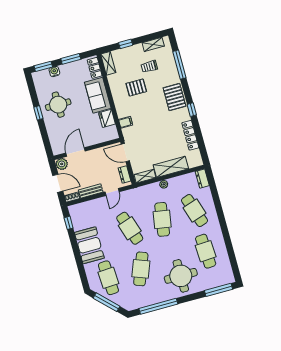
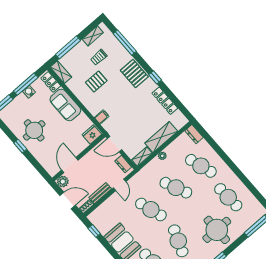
window: (126, 44) -> (68, 47), width x2.17
window: (71, 59) -> (26, 84), width x1.44
water cooler: (54, 72) -> (29, 92), moved
fridge: (107, 118) -> (92, 134), moved, turned 90
cafe table: (162, 219) -> (176, 188), turned -33

